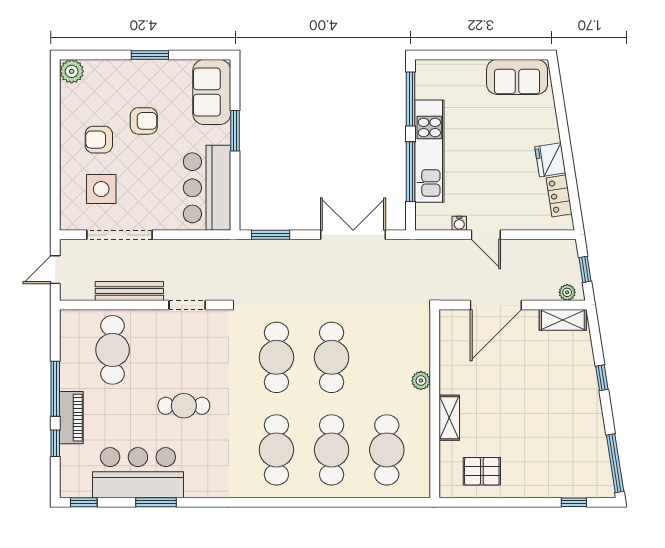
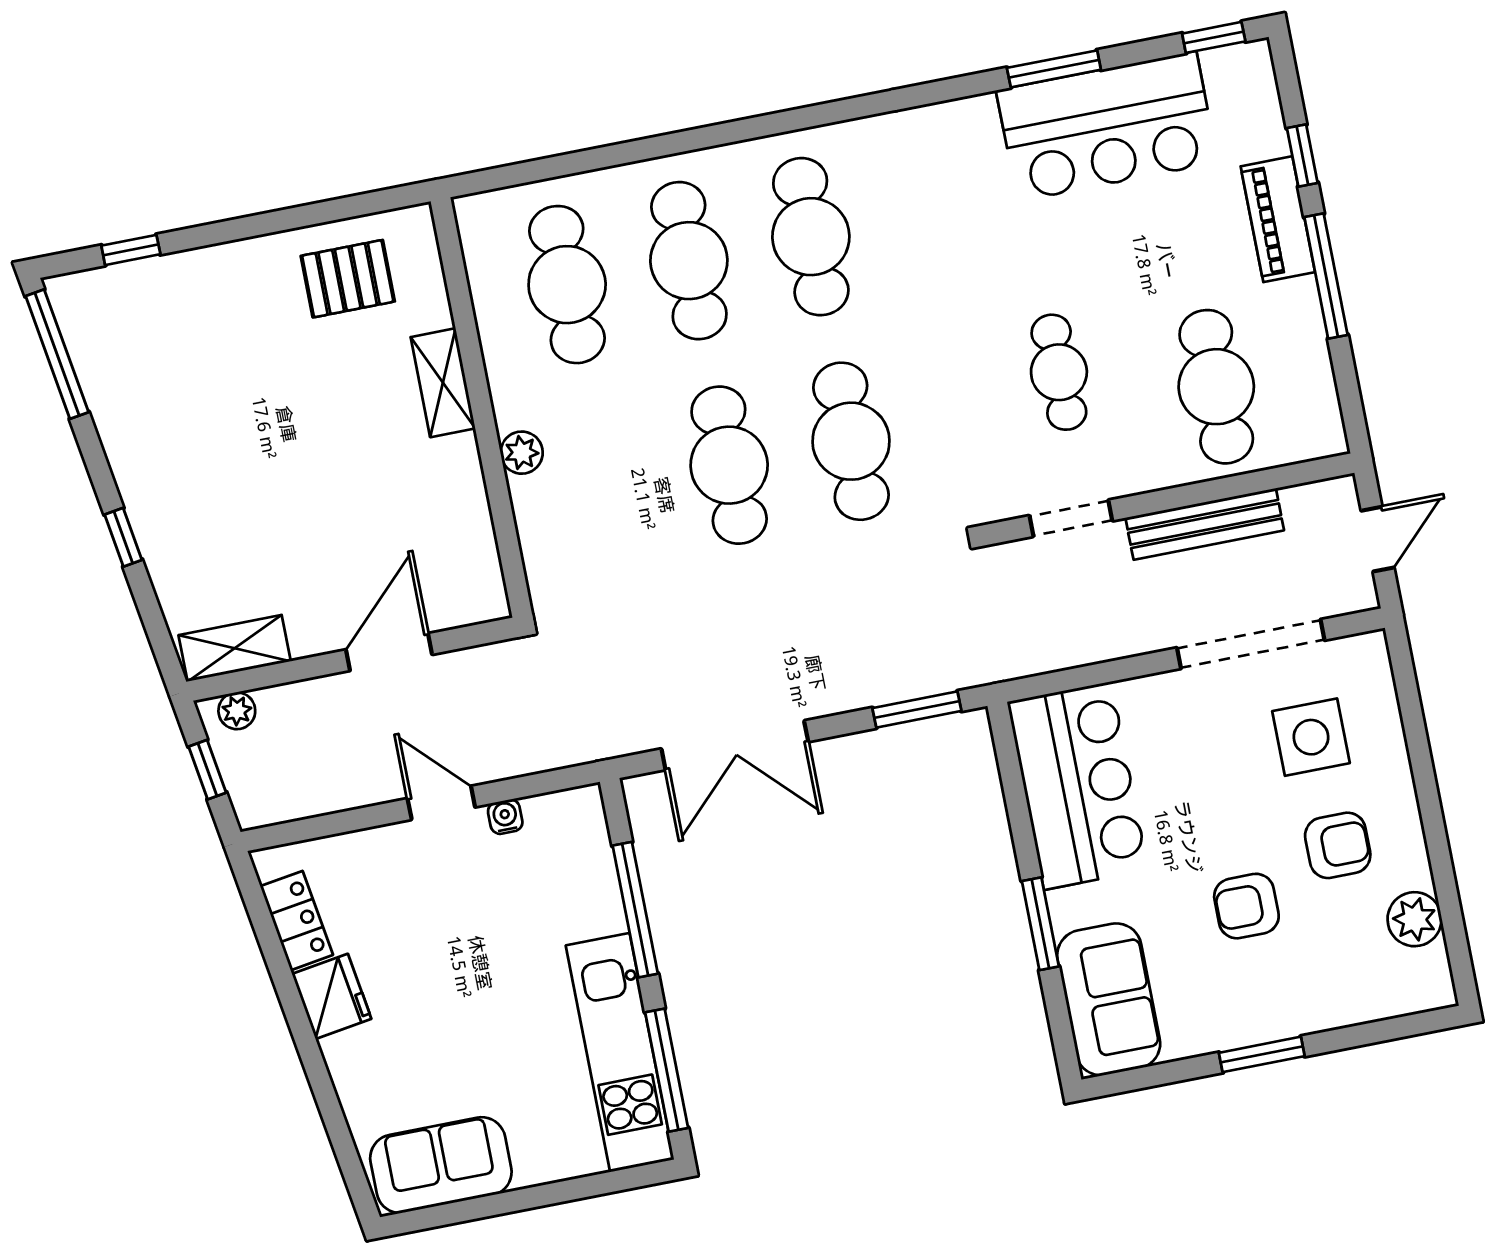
plant: (72, 71) -> (1415, 919), moved
kitchen unit: (429, 151) -> (620, 1053), moved
door: (496, 305) -> (389, 652), width x0.73
cafe table: (184, 406) -> (1059, 372), moved, turned 90

